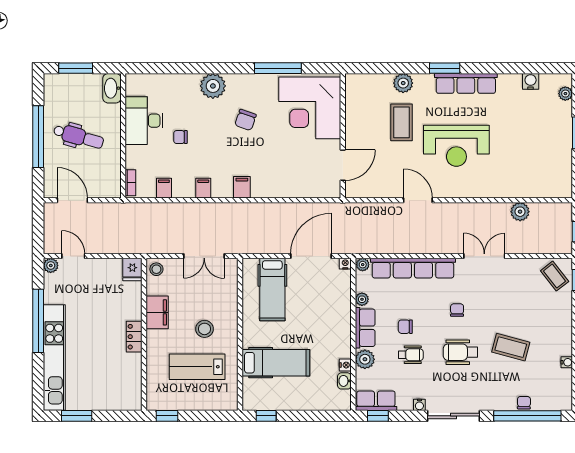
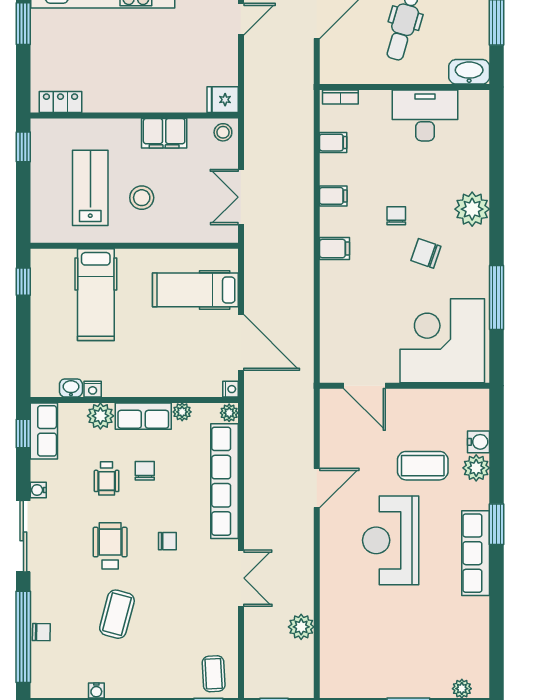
water cooler: (531, 81) -> (478, 442), moved
chair: (180, 137) -> (396, 216), moved
coffee table: (555, 276) -> (214, 674), turned -55
locker: (134, 337) -> (60, 102), moved

